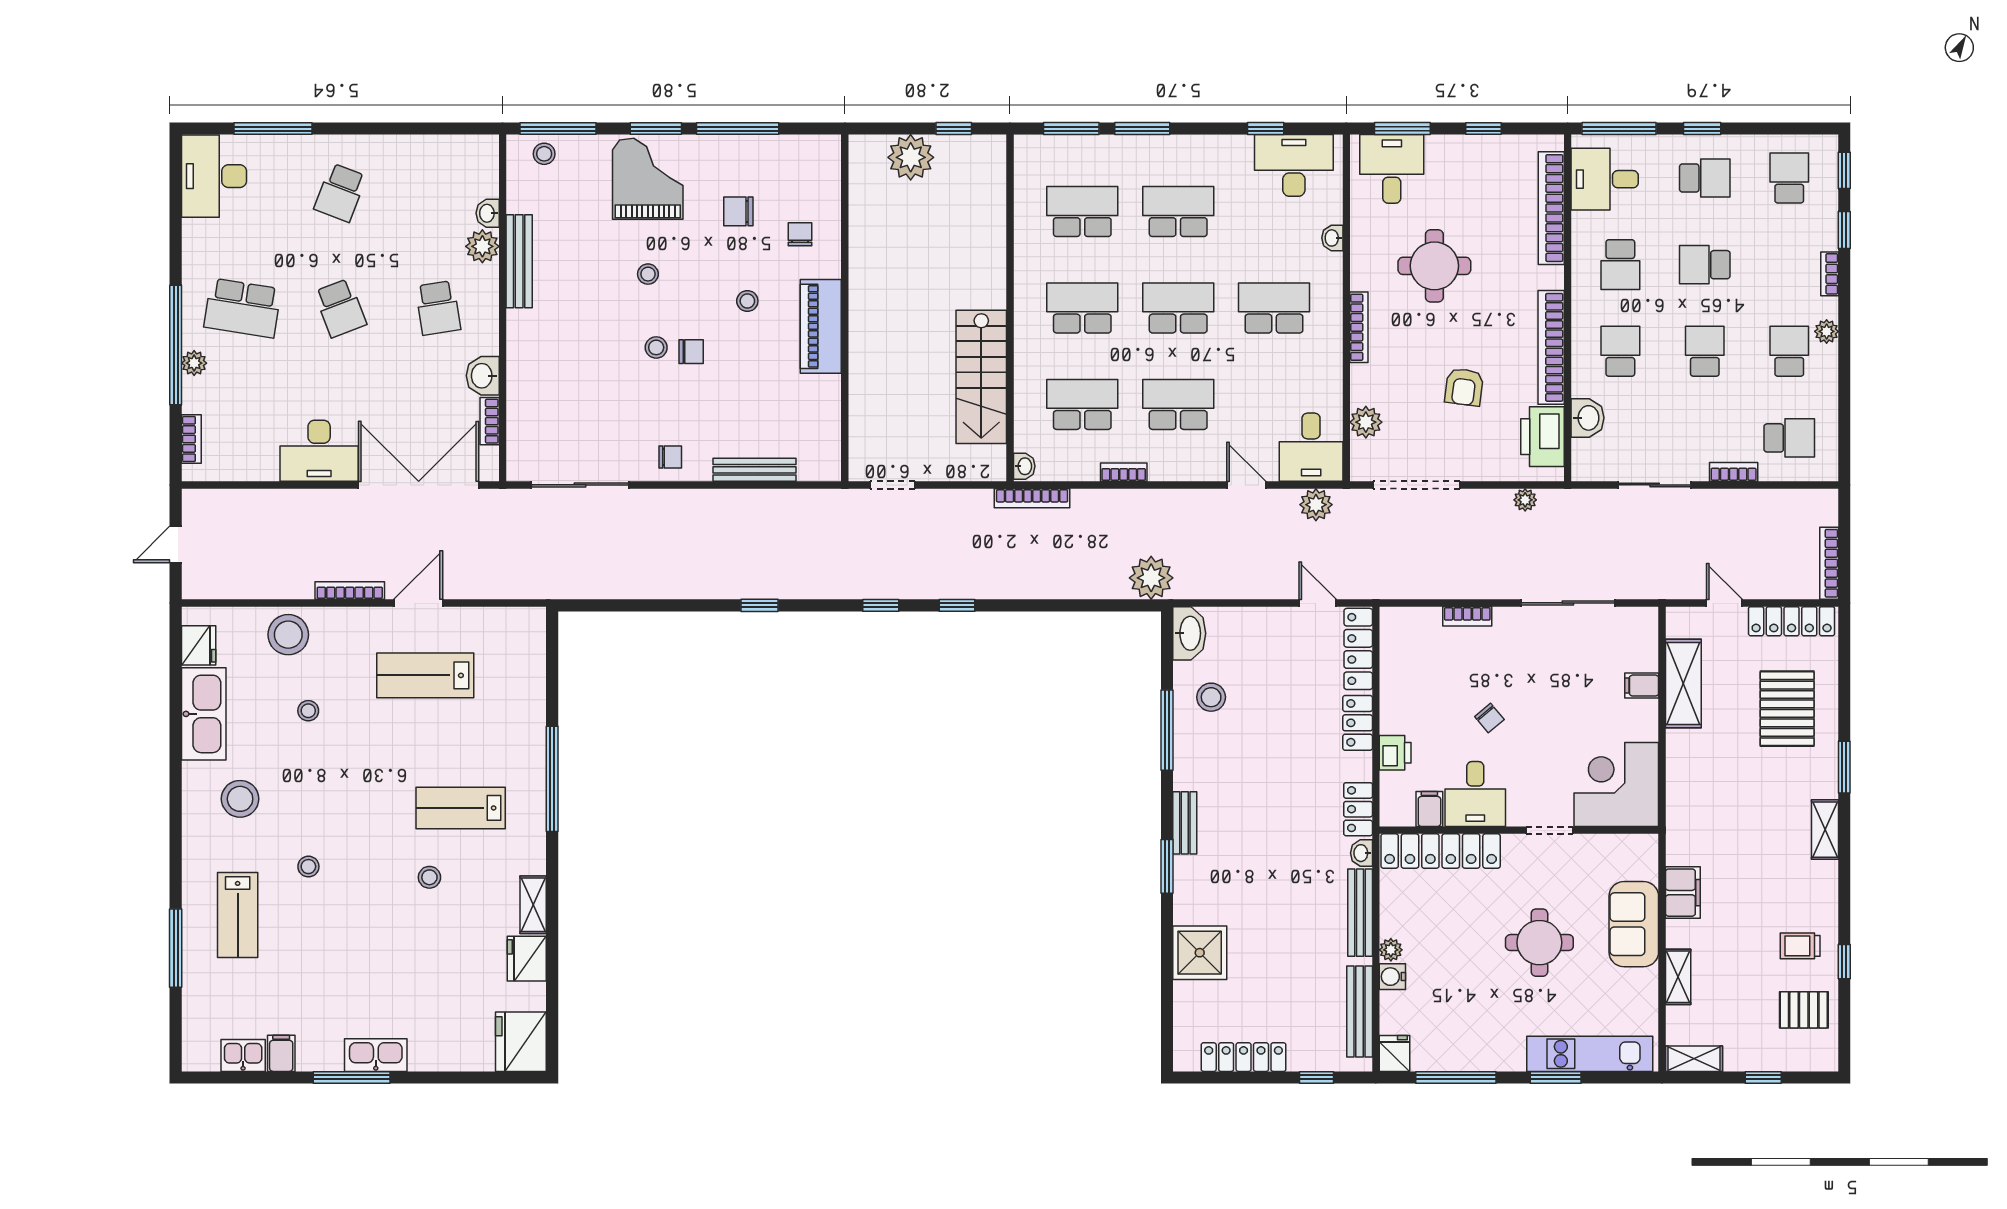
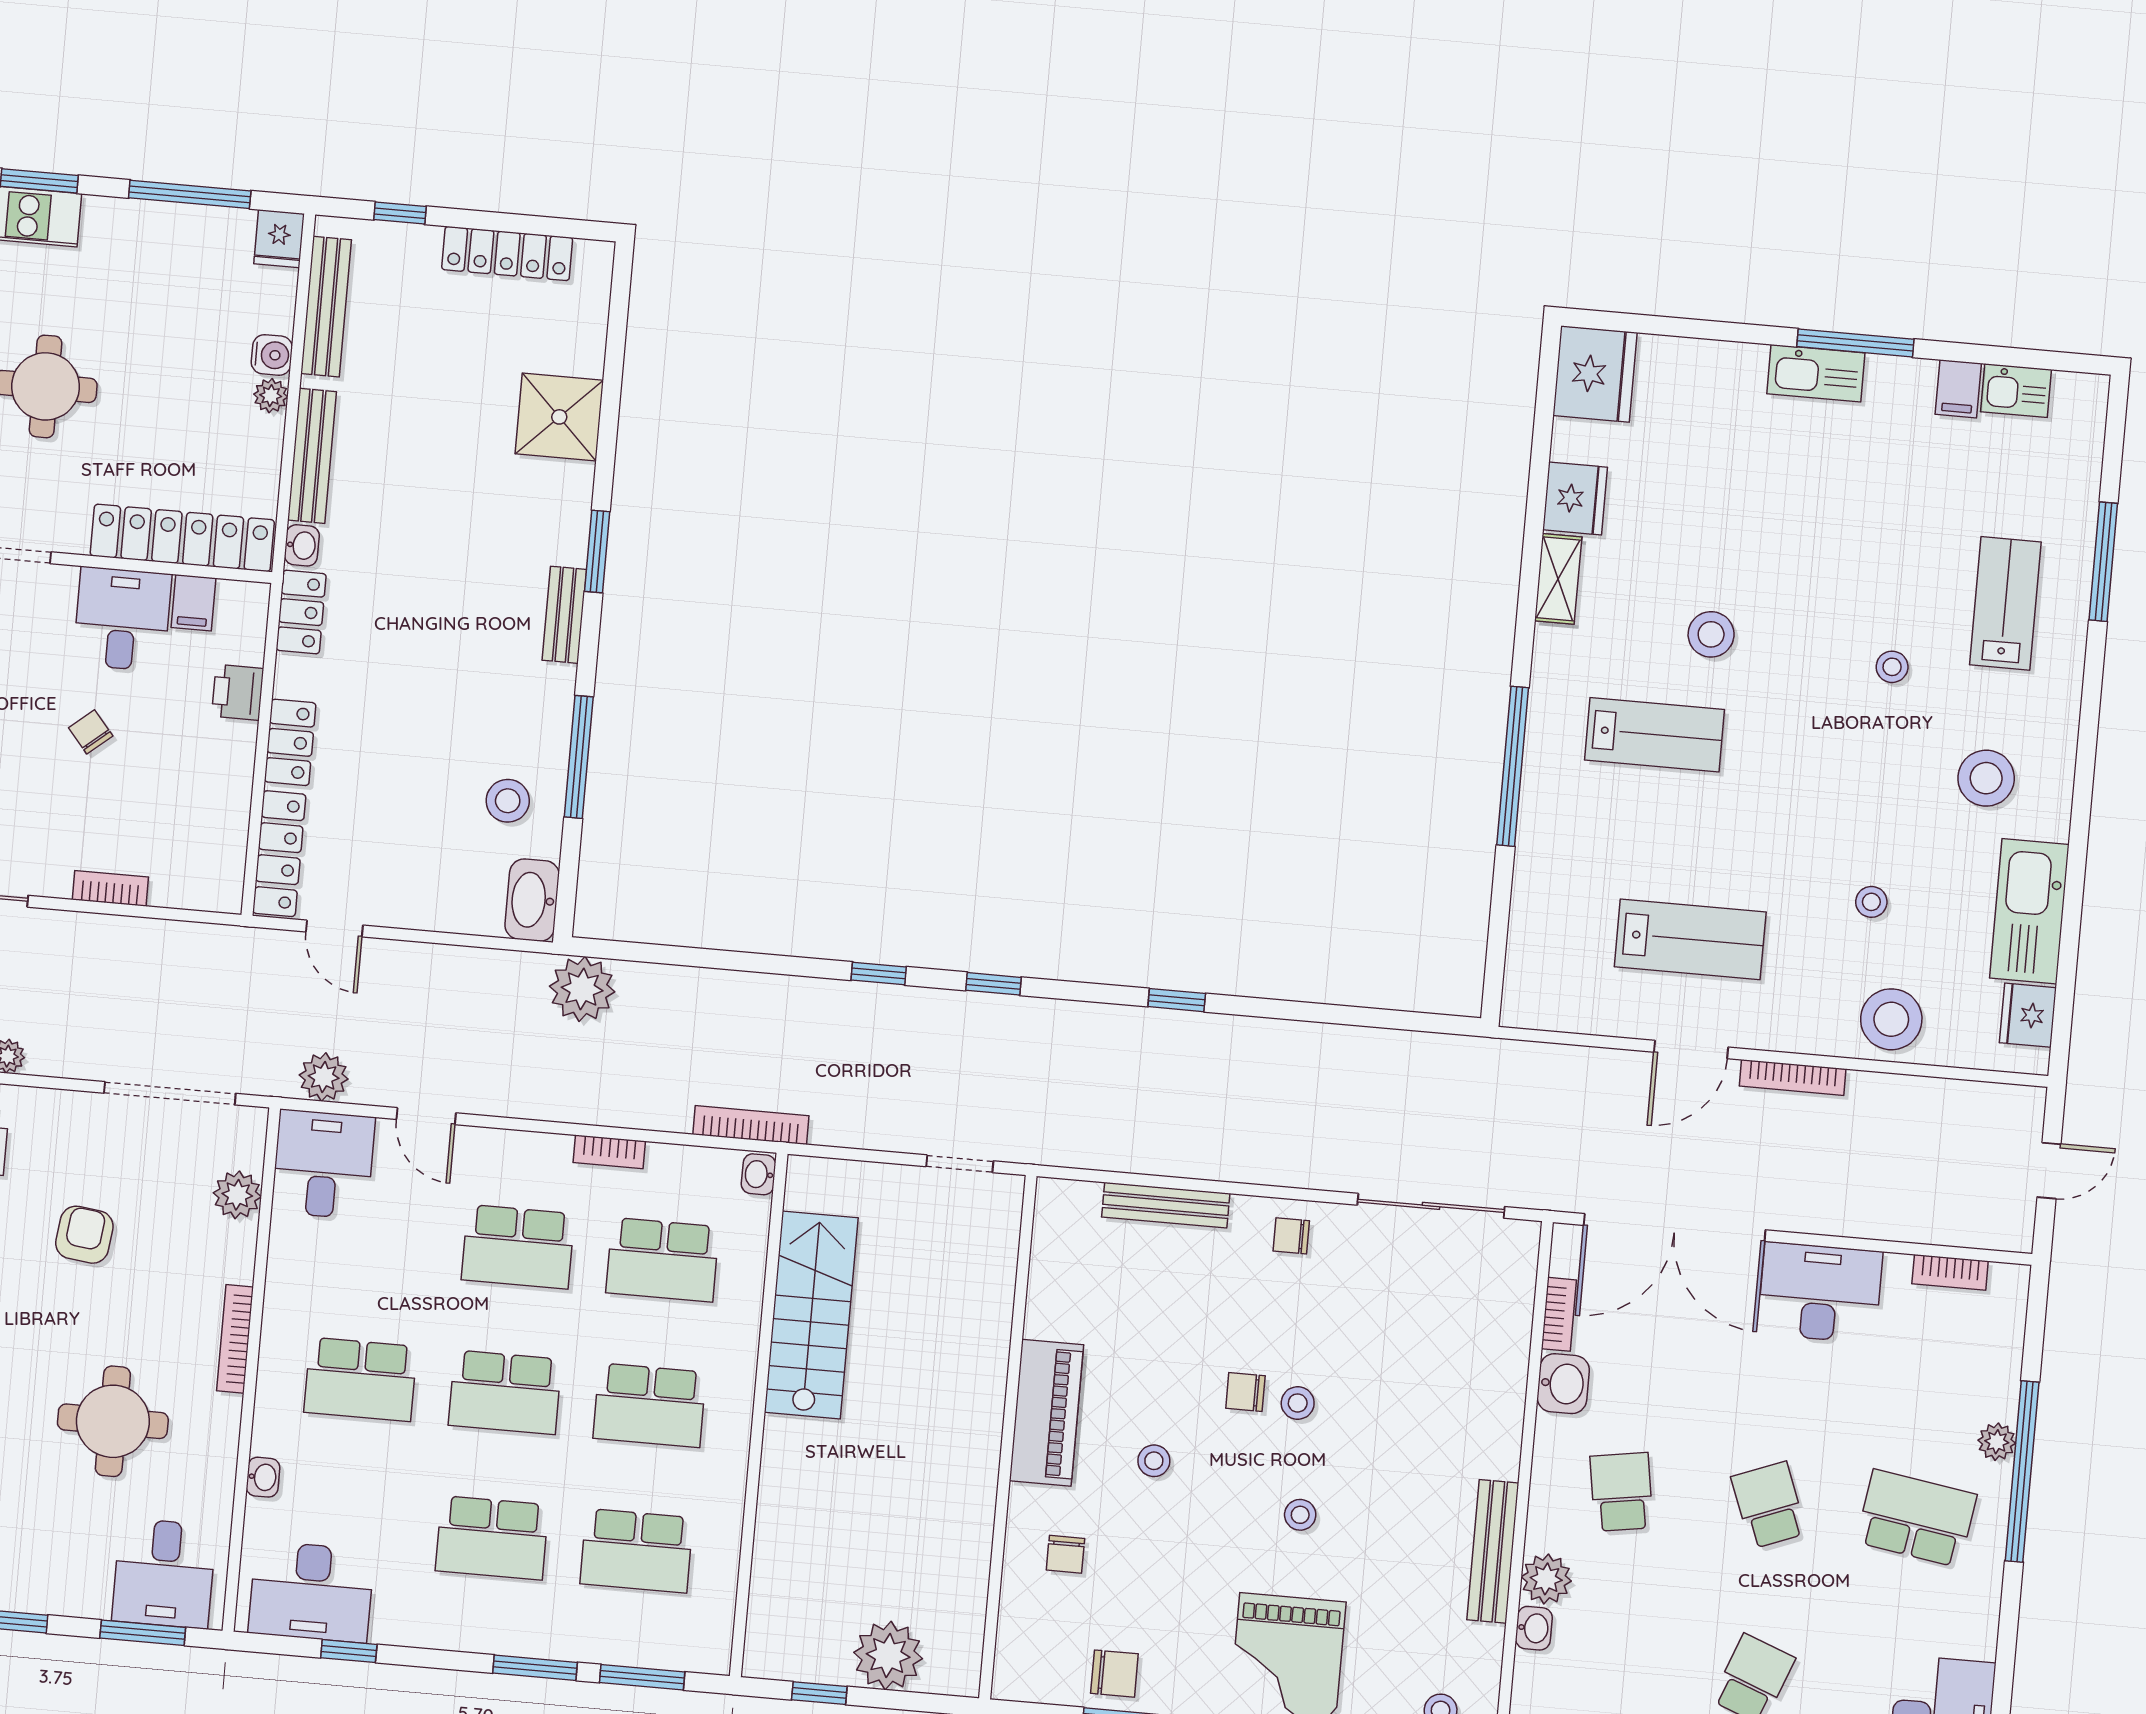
chair: (738, 211) -> (1114, 1674), moved
bookcase: (191, 439) -> (1950, 1272), moved, turned -90
stool: (429, 877) -> (1711, 634), width x1.37, depth x1.37

